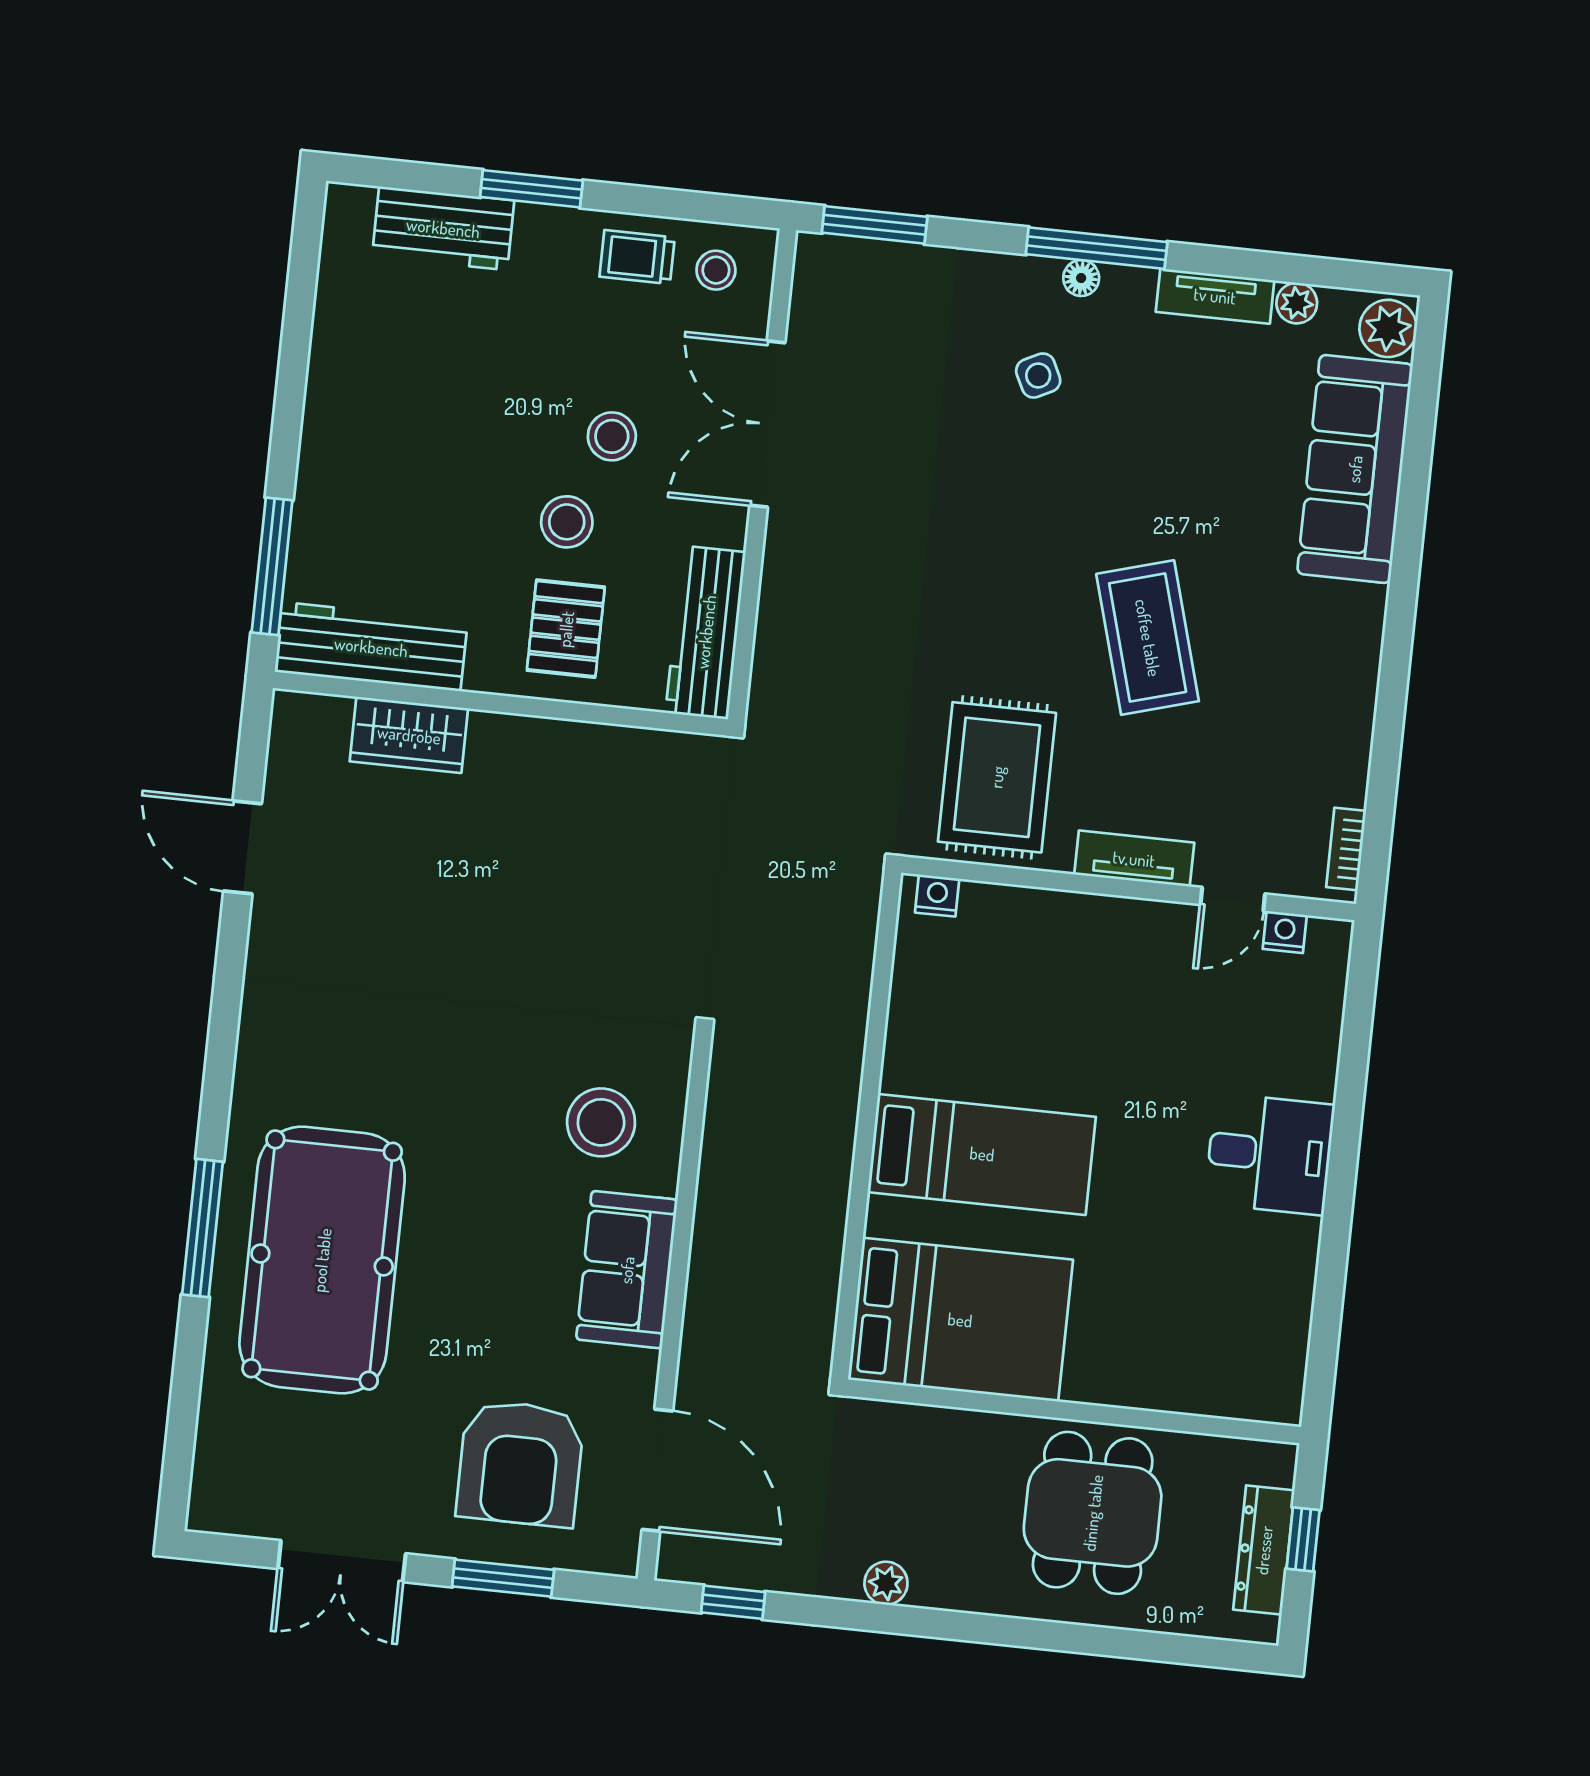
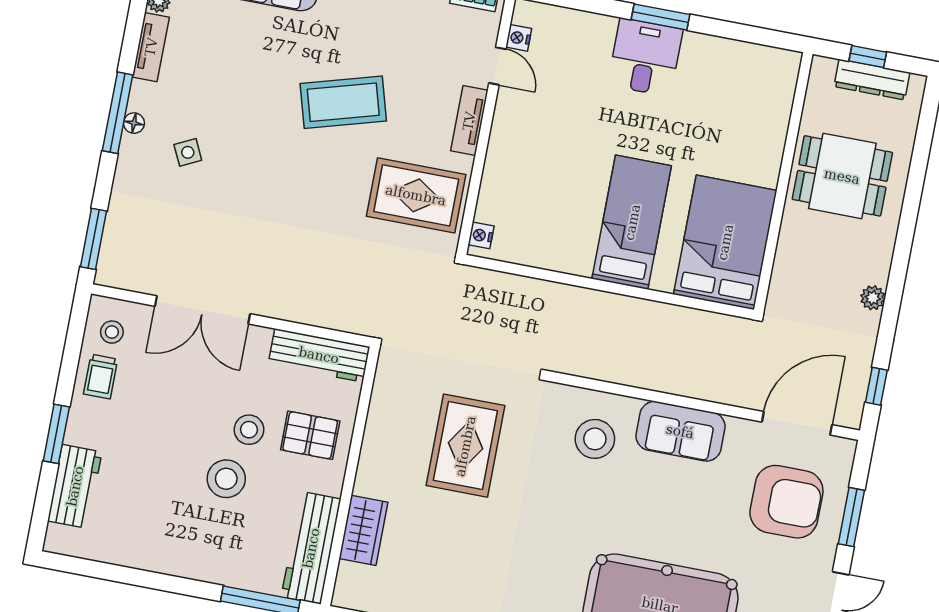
stool: (612, 436) -> (226, 479), moved, width x1.38, depth x1.38
rug: (571, 899) -> (465, 446), added
window: (1341, 1175) -> (660, 17), added

